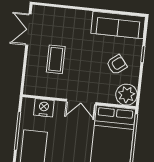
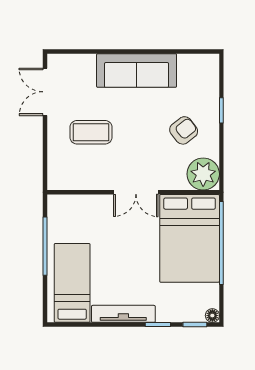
sofa: (118, 25) -> (137, 71), moved
coffee table: (56, 59) -> (91, 132), turned 90
nightstand: (44, 108) -> (81, 207), removed

